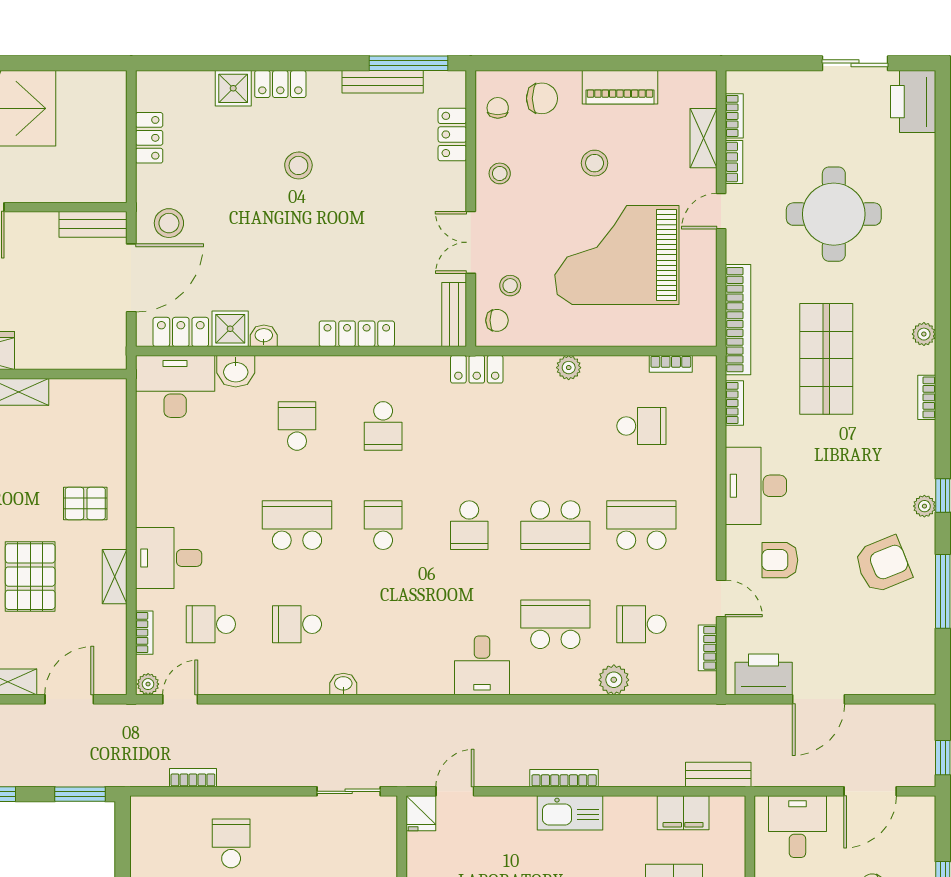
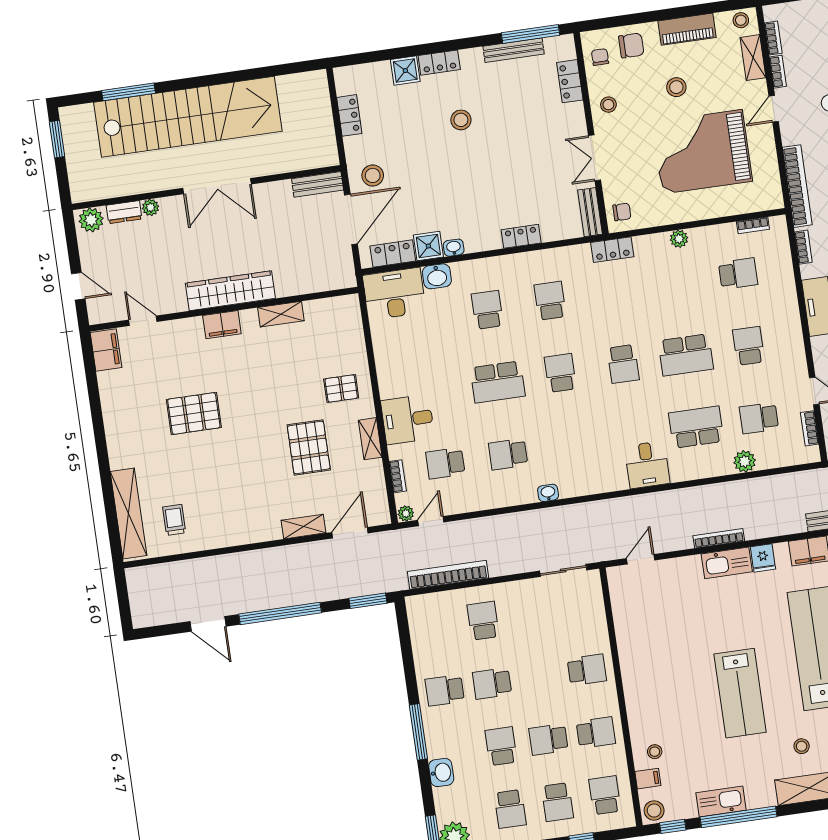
stool: (510, 286) -> (741, 20), moved
locker: (357, 334) -> (521, 236), width x0.66
school desk: (383, 426) -> (550, 301), turned 180
school desk: (297, 525) -> (498, 382), turned 180
school desk: (641, 525) -> (749, 346), width x0.54
bookcase: (193, 778) -> (448, 575), width x2.31, depth x1.31
fridge: (421, 813) -> (763, 558), moved

